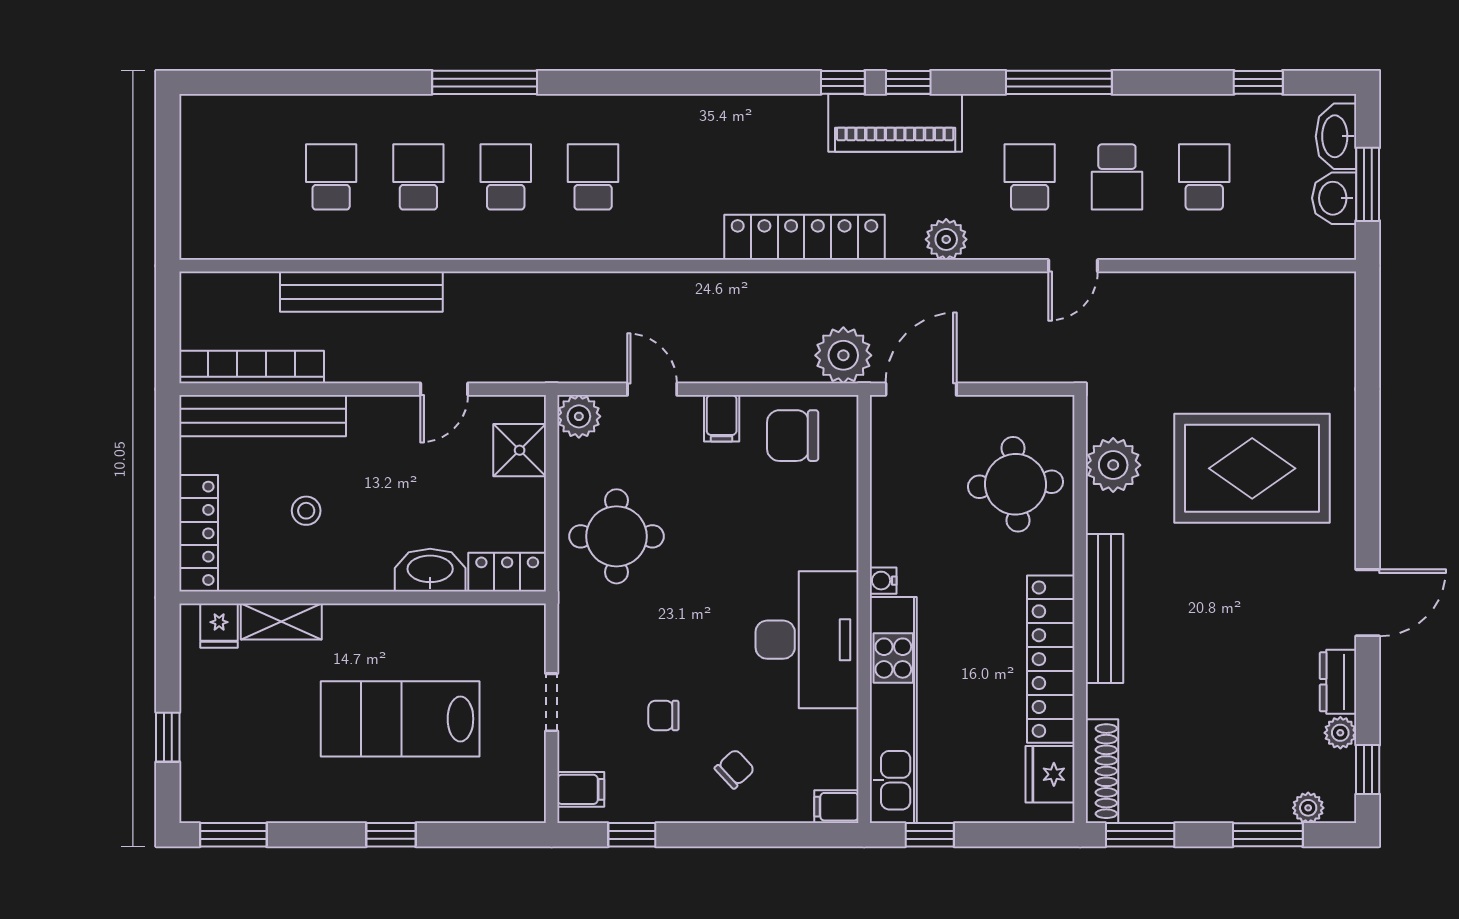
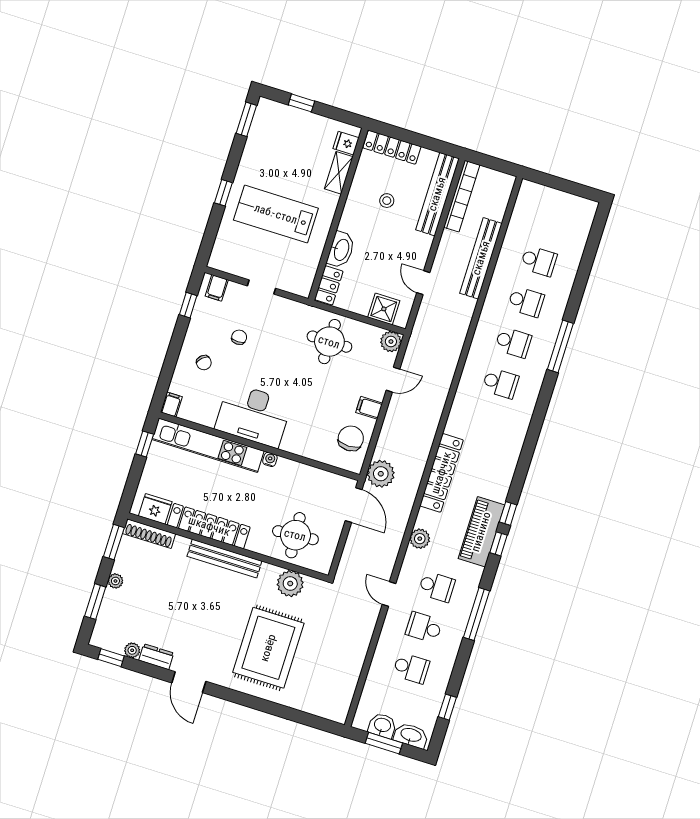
lab bench: (400, 719) -> (276, 214), turned -90
plant: (1308, 808) -> (115, 581), moved

